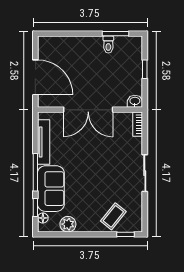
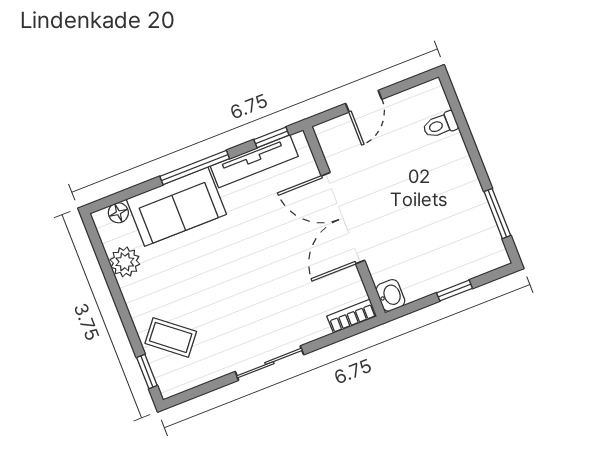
toilet: (108, 45) -> (440, 125), moved
door: (35, 77) -> (364, 101), width x0.53
window: (35, 207) -> (271, 137), moved

